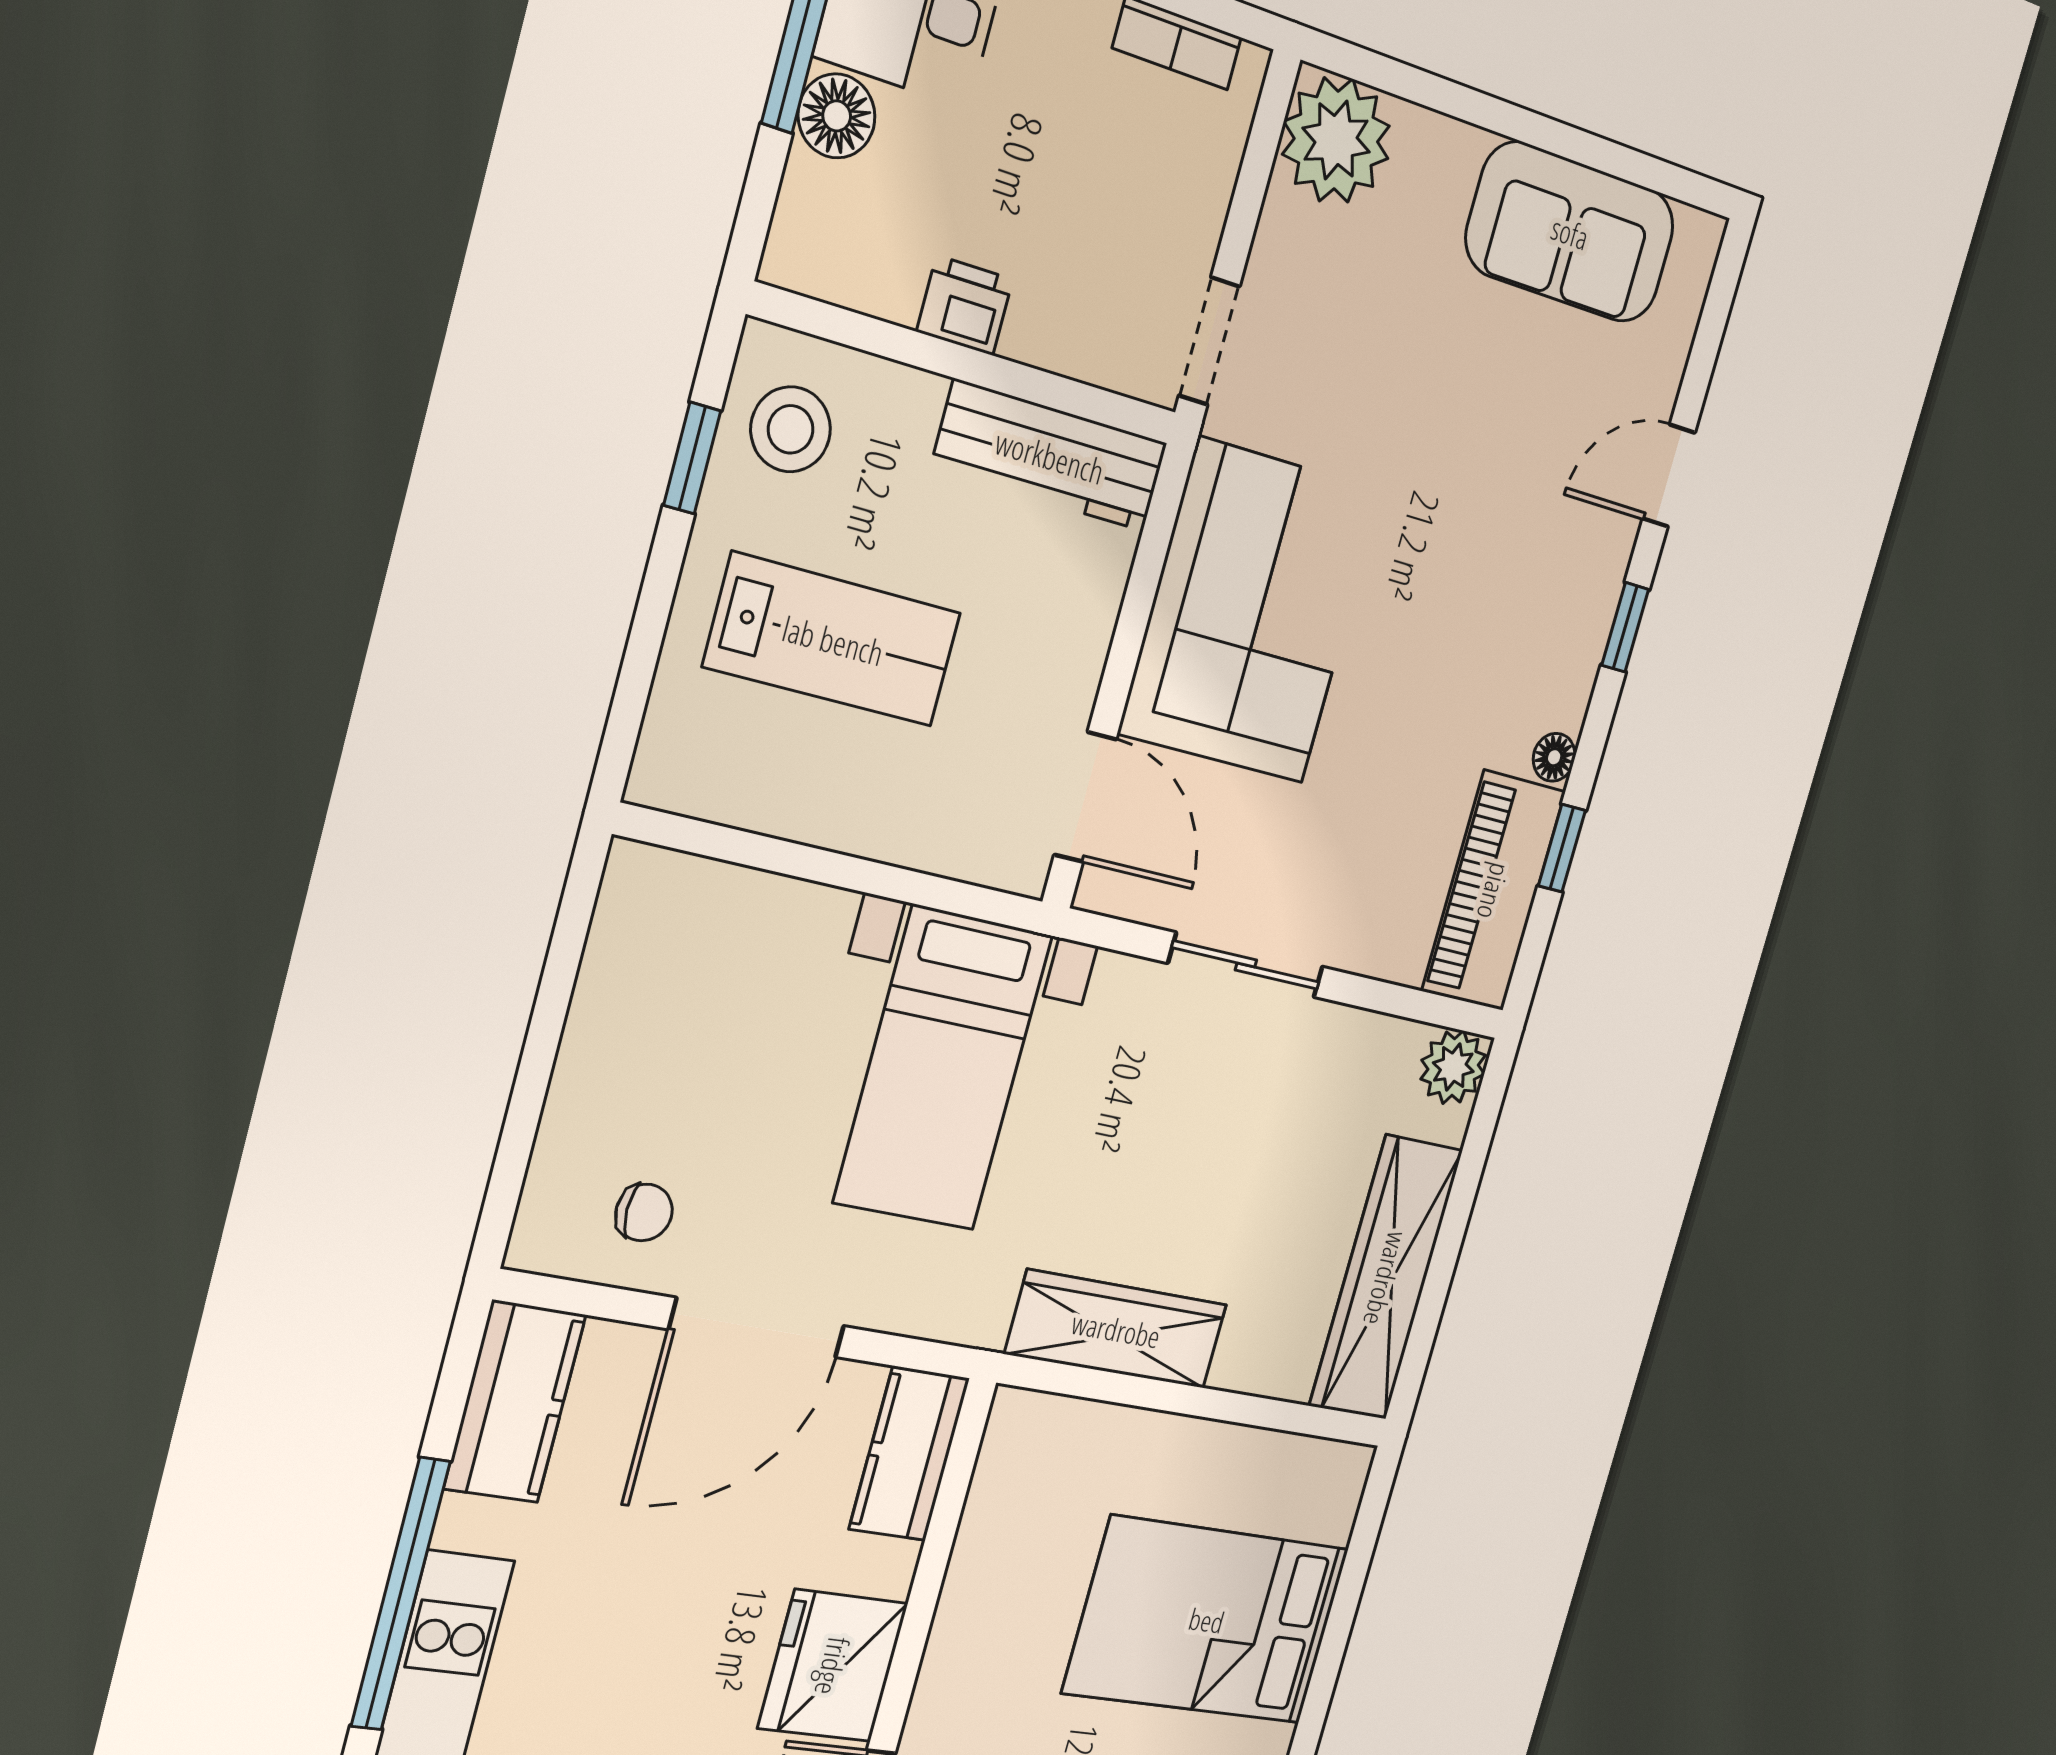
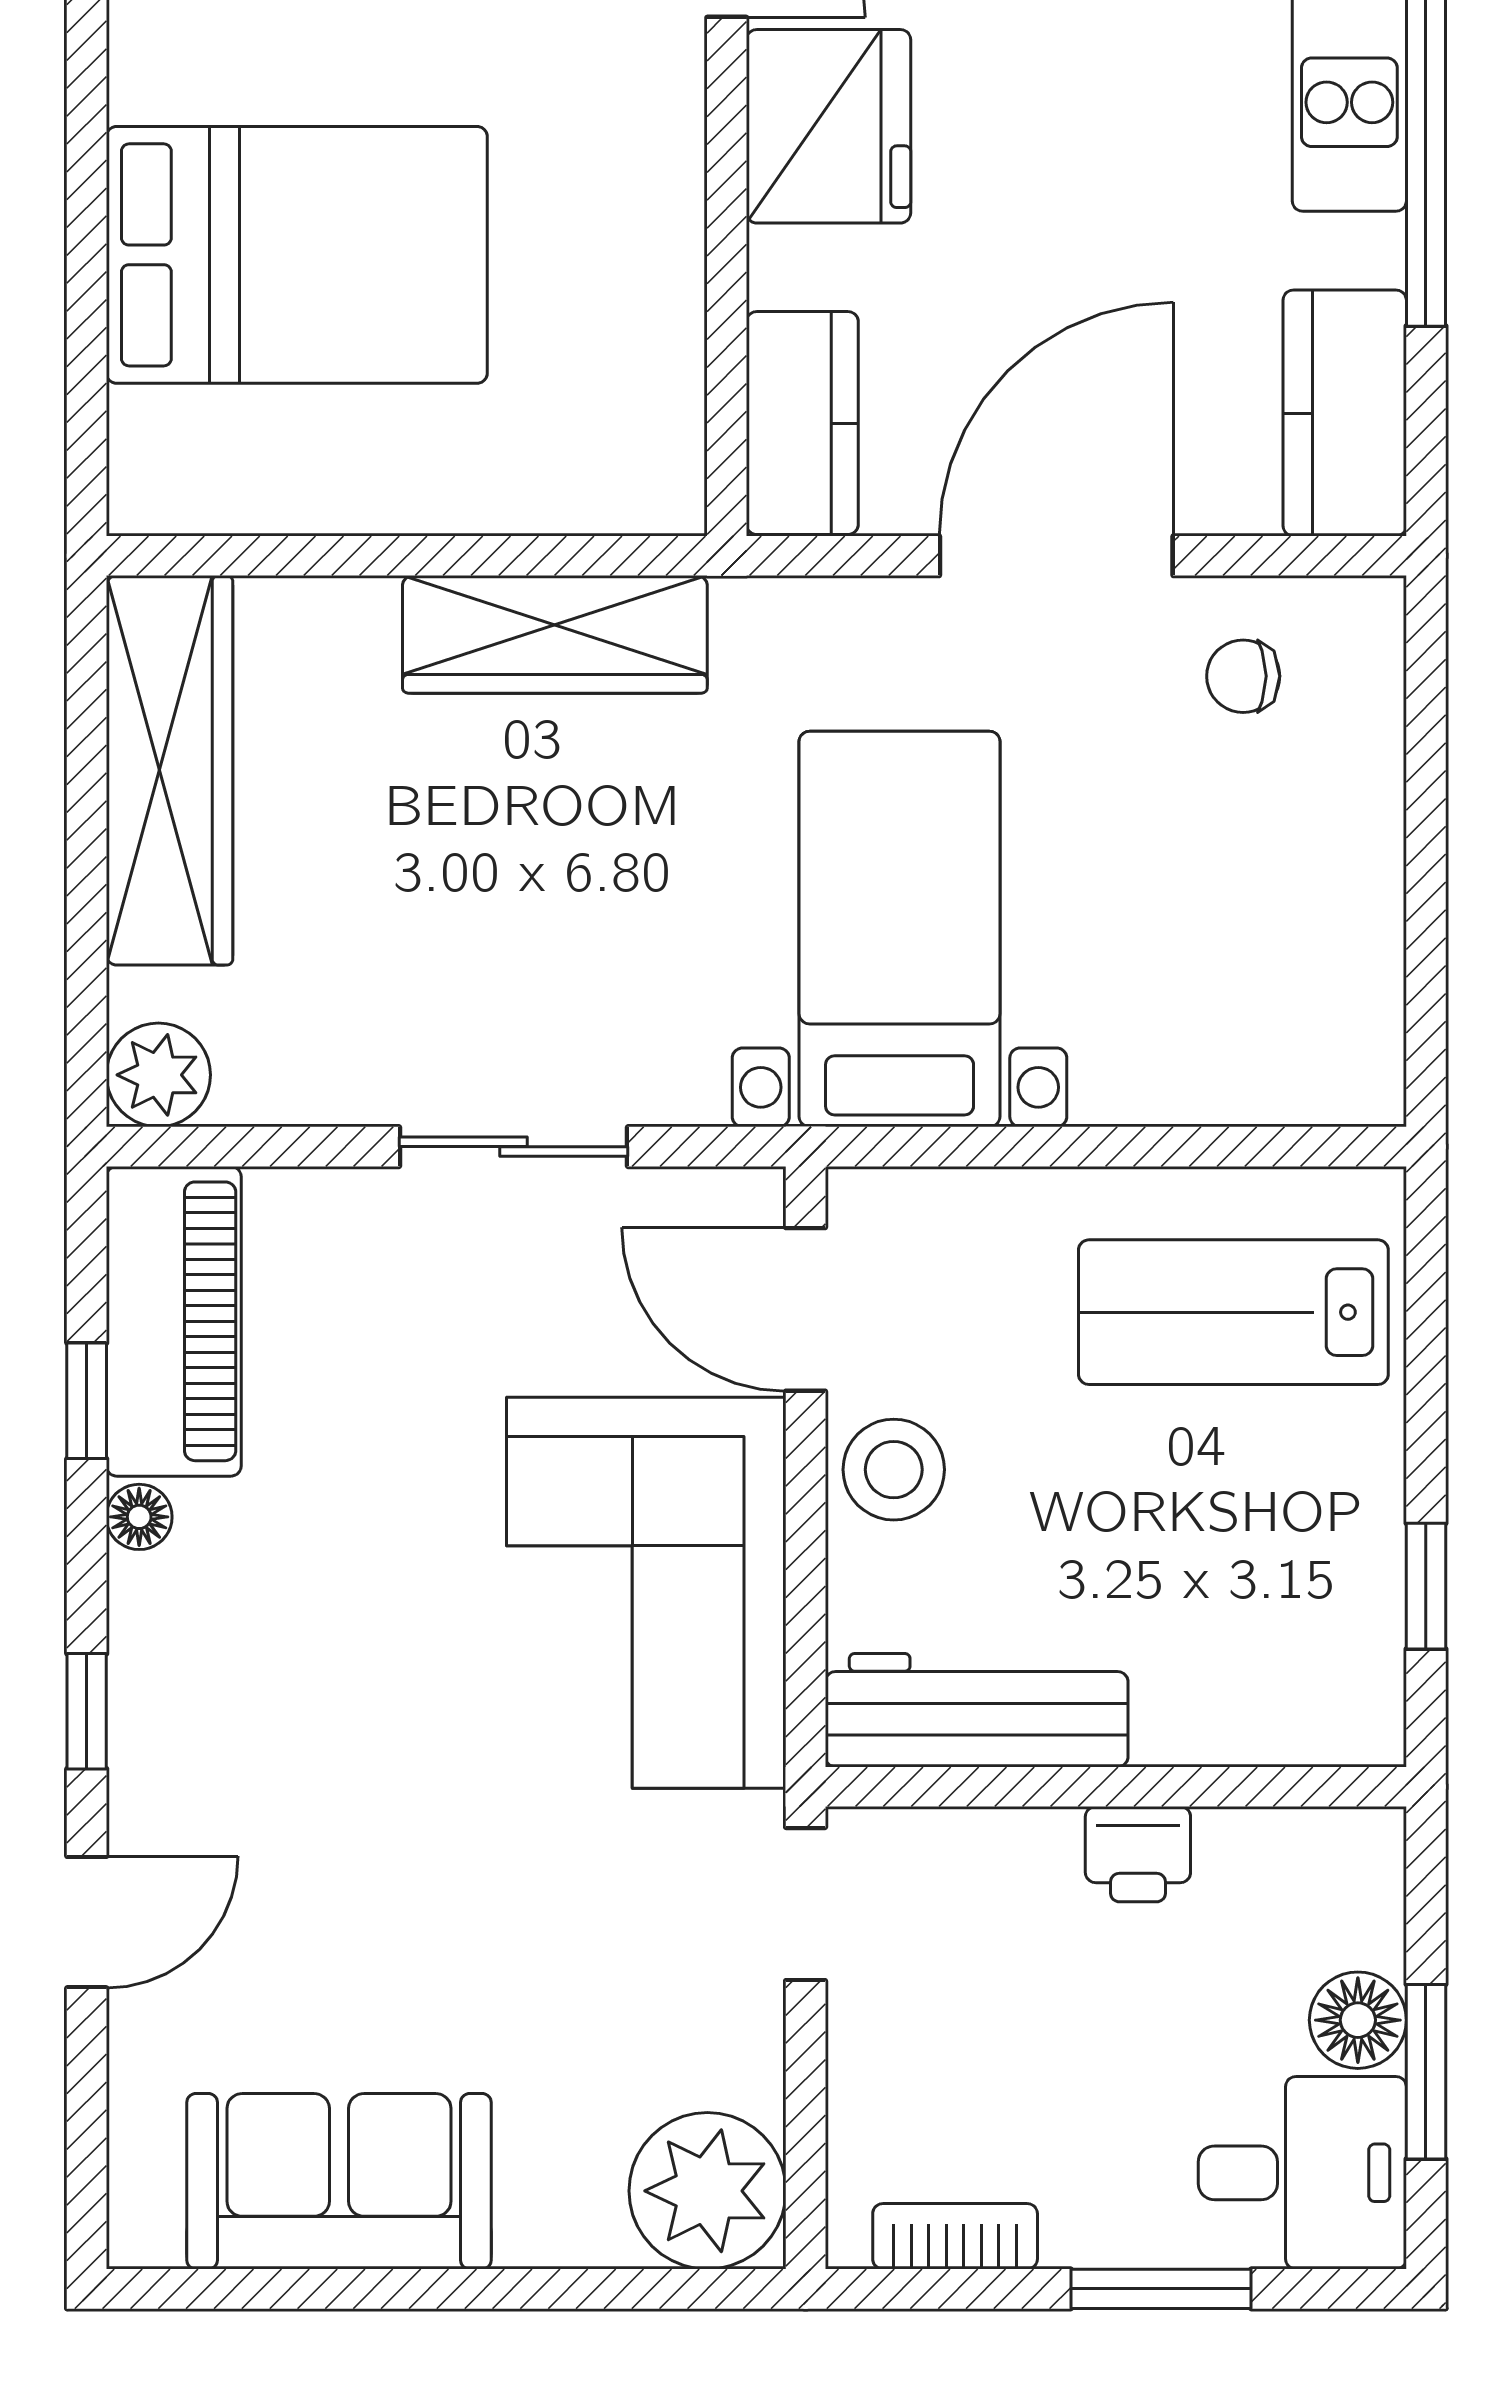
stool: (791, 429) -> (894, 1470), moved
lab bench: (833, 640) -> (1233, 1312), moved

